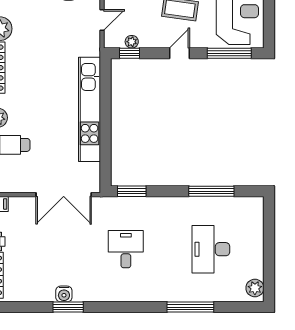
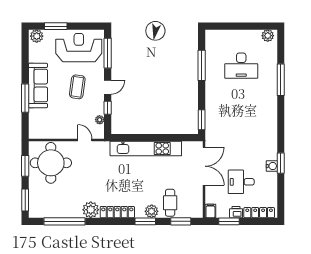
window: (130, 53) -> (108, 108), moved
door: (179, 53) -> (108, 87), swing flipped
desk: (126, 249) -> (241, 182), moved

